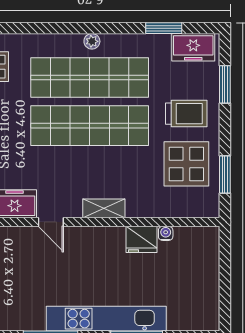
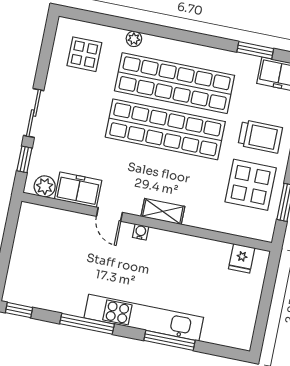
plant: (92, 41) -> (134, 39), moved
water cooler: (166, 233) -> (141, 232), moved
fridge: (141, 239) -> (242, 258), moved, width x0.72

